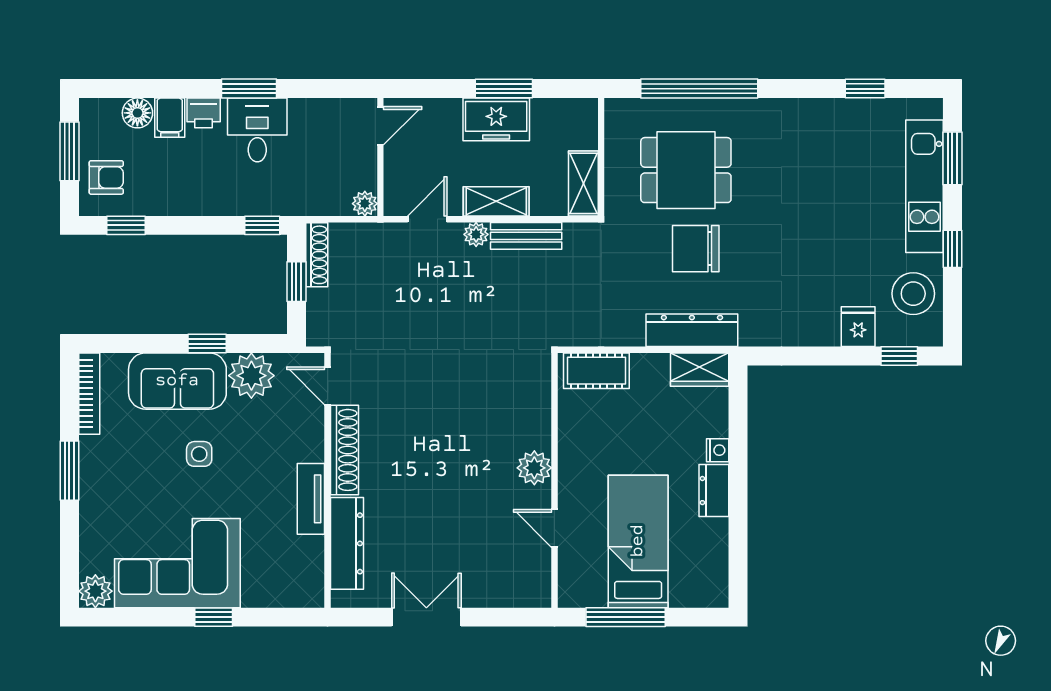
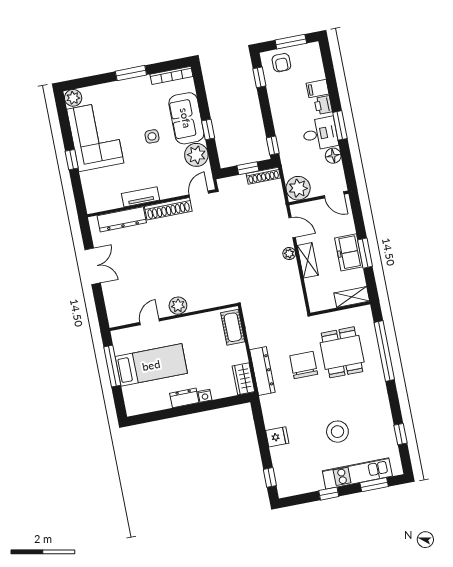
floor lamp: (137, 113) -> (333, 156), moved
shelving: (583, 183) -> (352, 297), moved
plant: (365, 204) -> (298, 188), width x1.88, depth x1.88
bench: (526, 236) -> (293, 279), removed
stool: (913, 294) -> (337, 432), moved
fridge: (858, 327) -> (277, 437), moved

